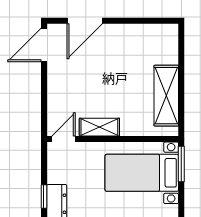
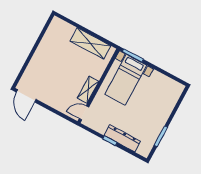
door: (85, 21) -> (25, 66), removed
door: (63, 139) -> (84, 113), hinge flipped

